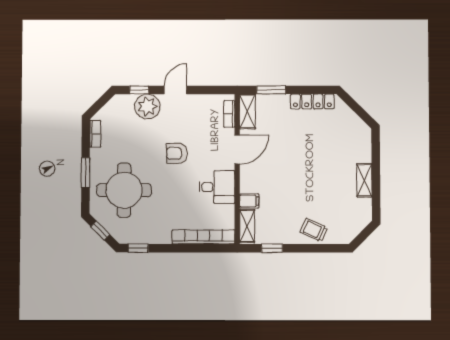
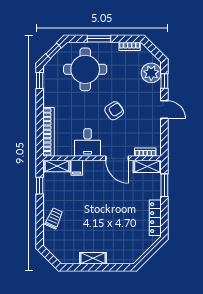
plant: (147, 107) -> (151, 73), moved
armchair: (177, 153) -> (114, 111), turned 56

